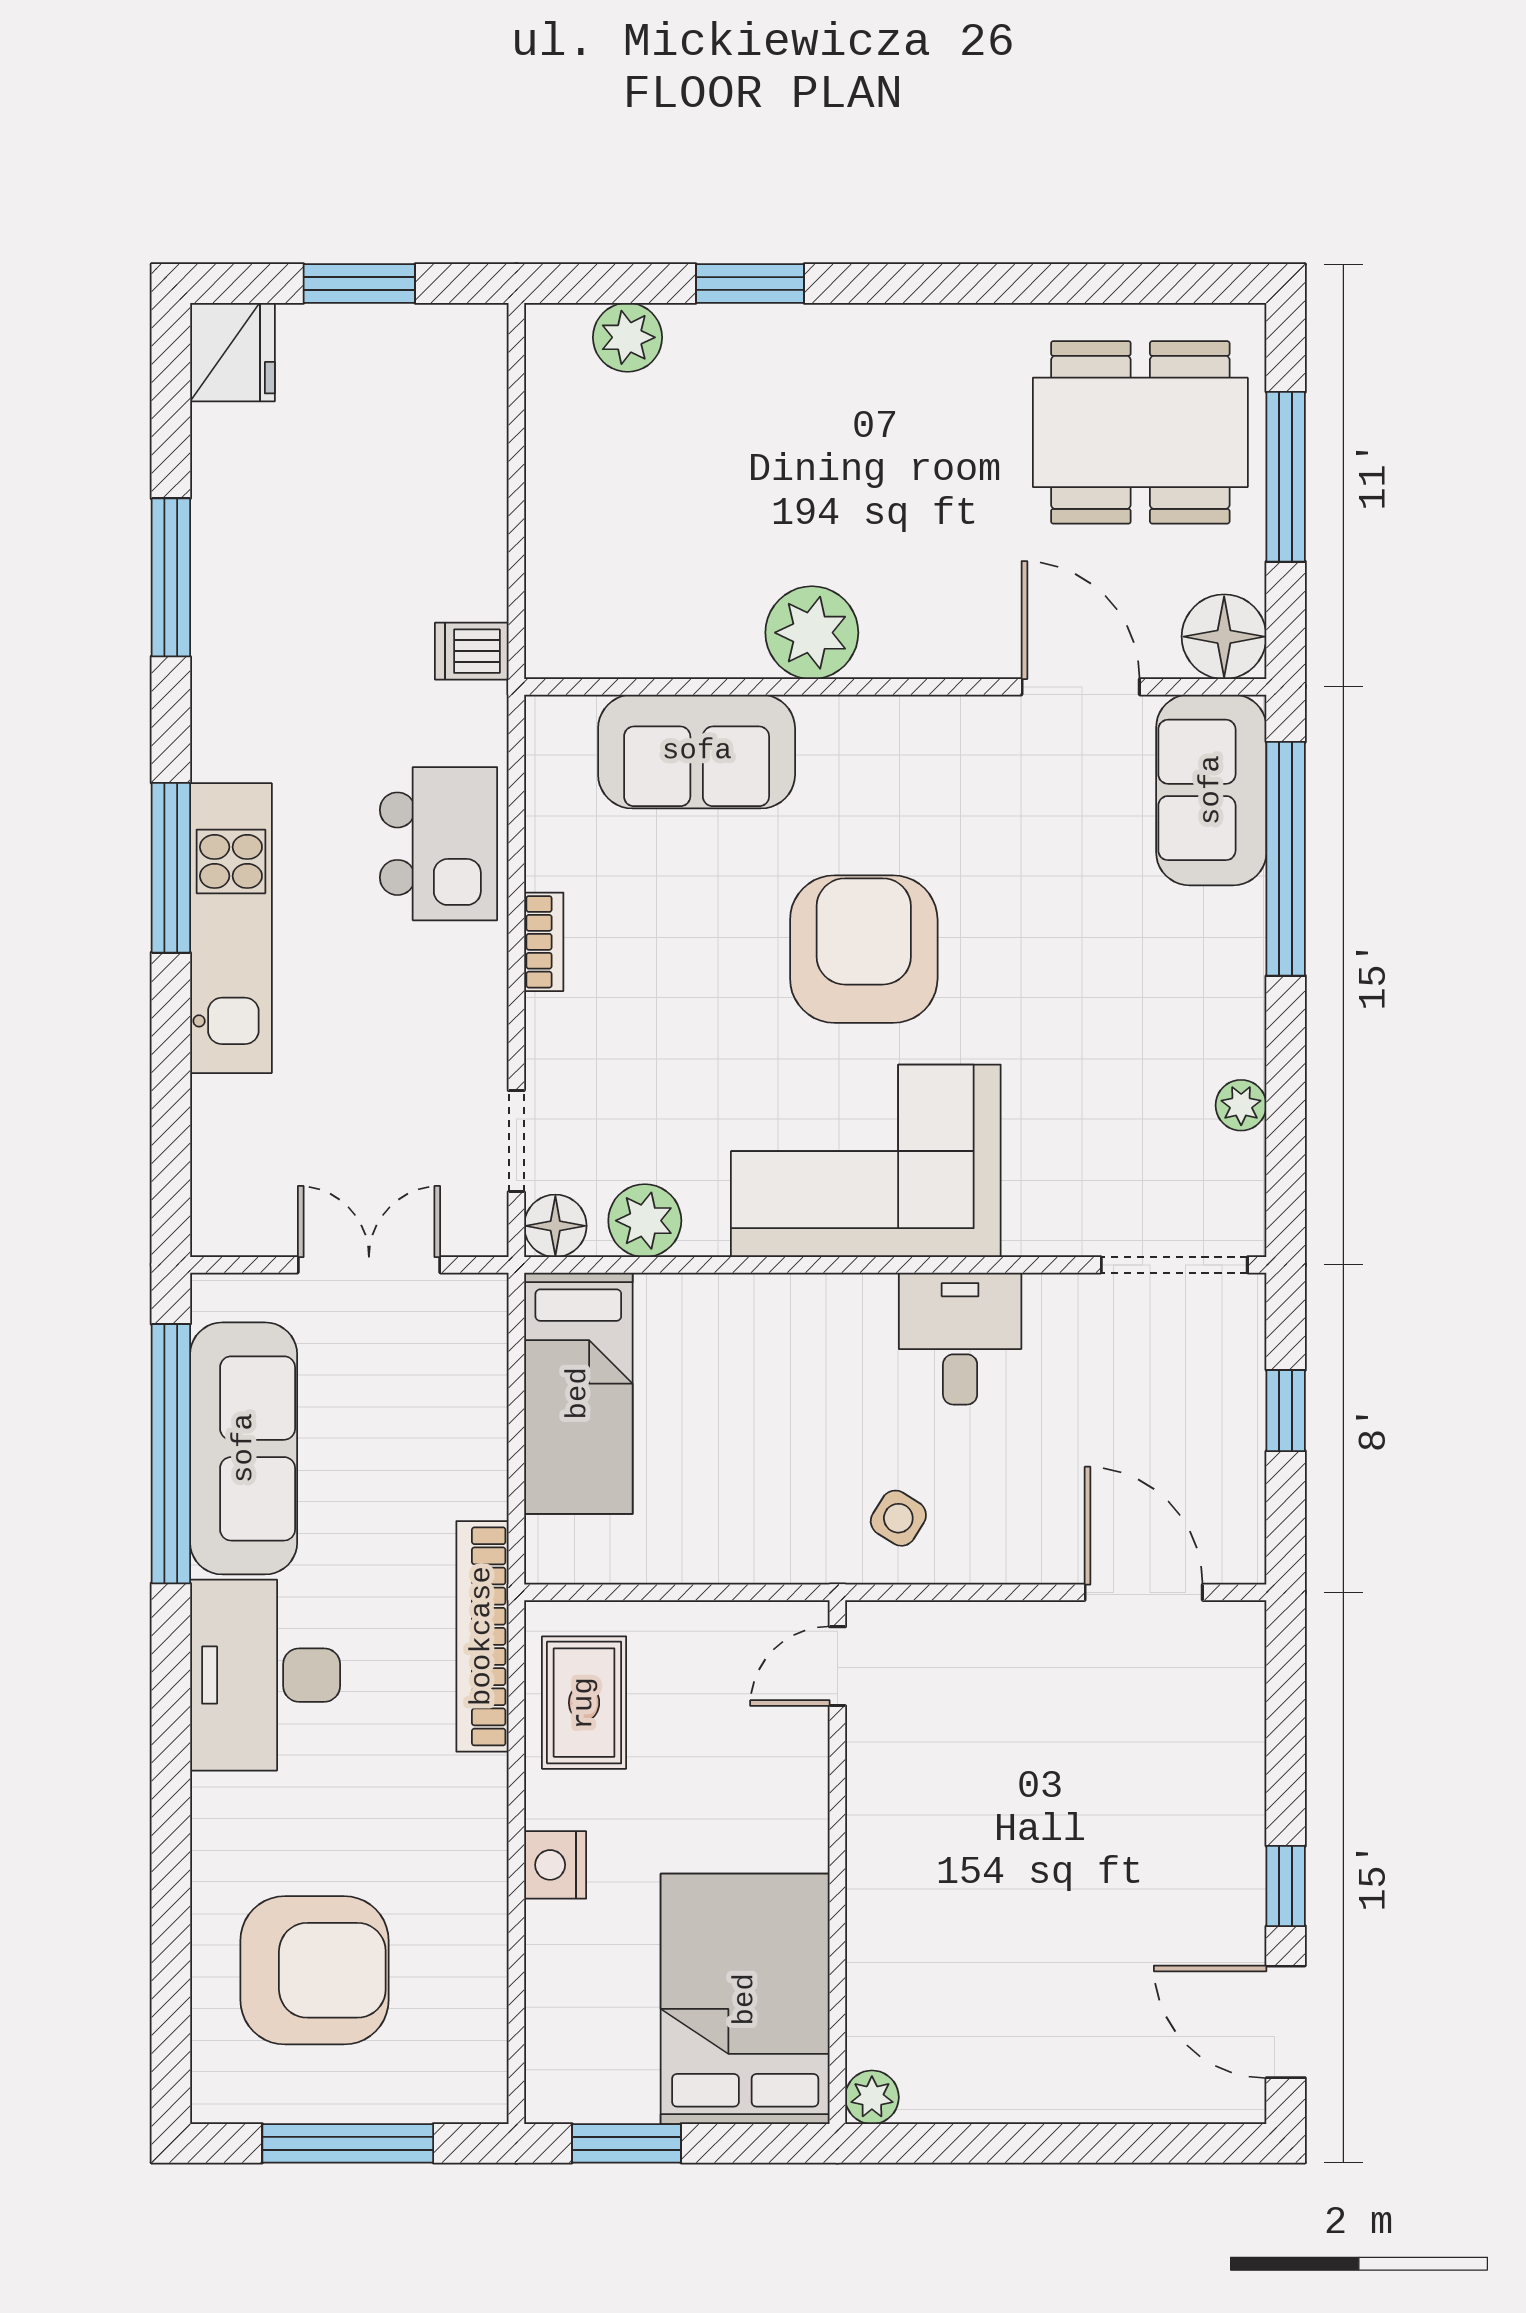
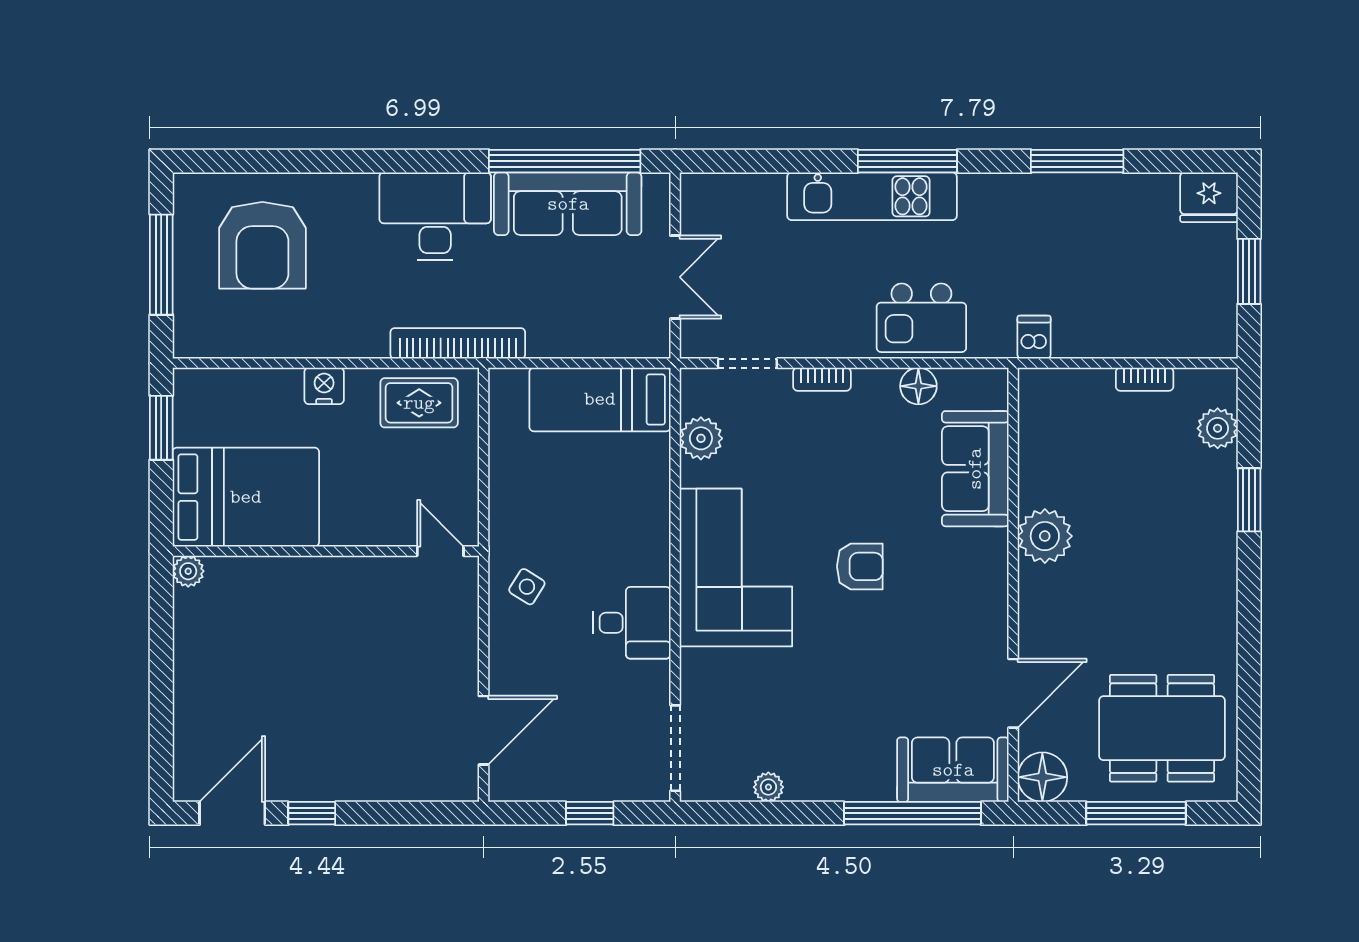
dining table: (1140, 432) -> (1162, 728), turned 90
bookcase: (544, 462) -> (1145, 379), added
bookcase: (544, 942) -> (822, 379), moved
armchair: (864, 949) -> (860, 566), width x0.53, depth x0.53
floor lamp: (555, 1226) -> (918, 386), moved

